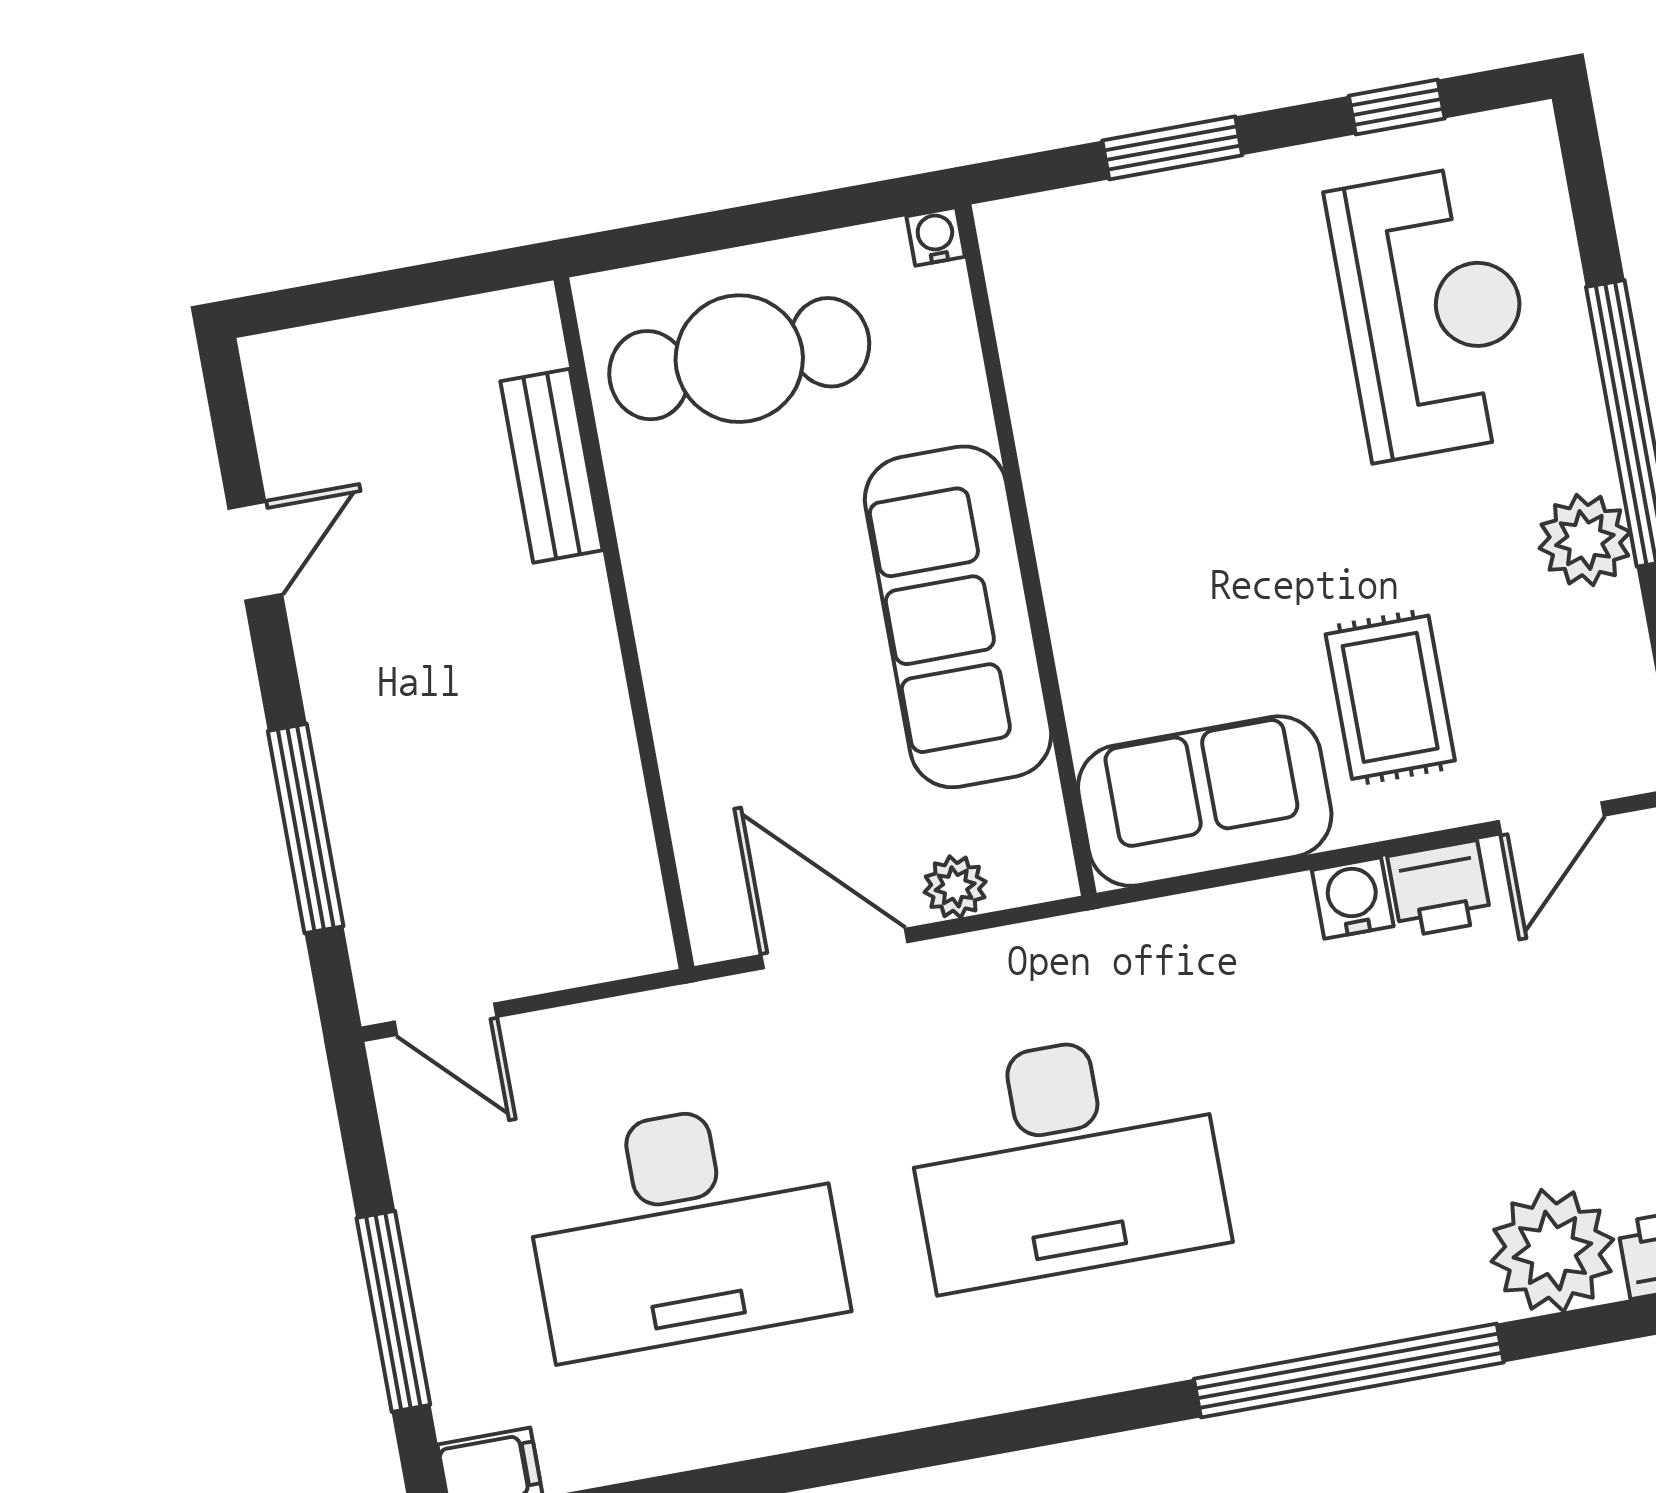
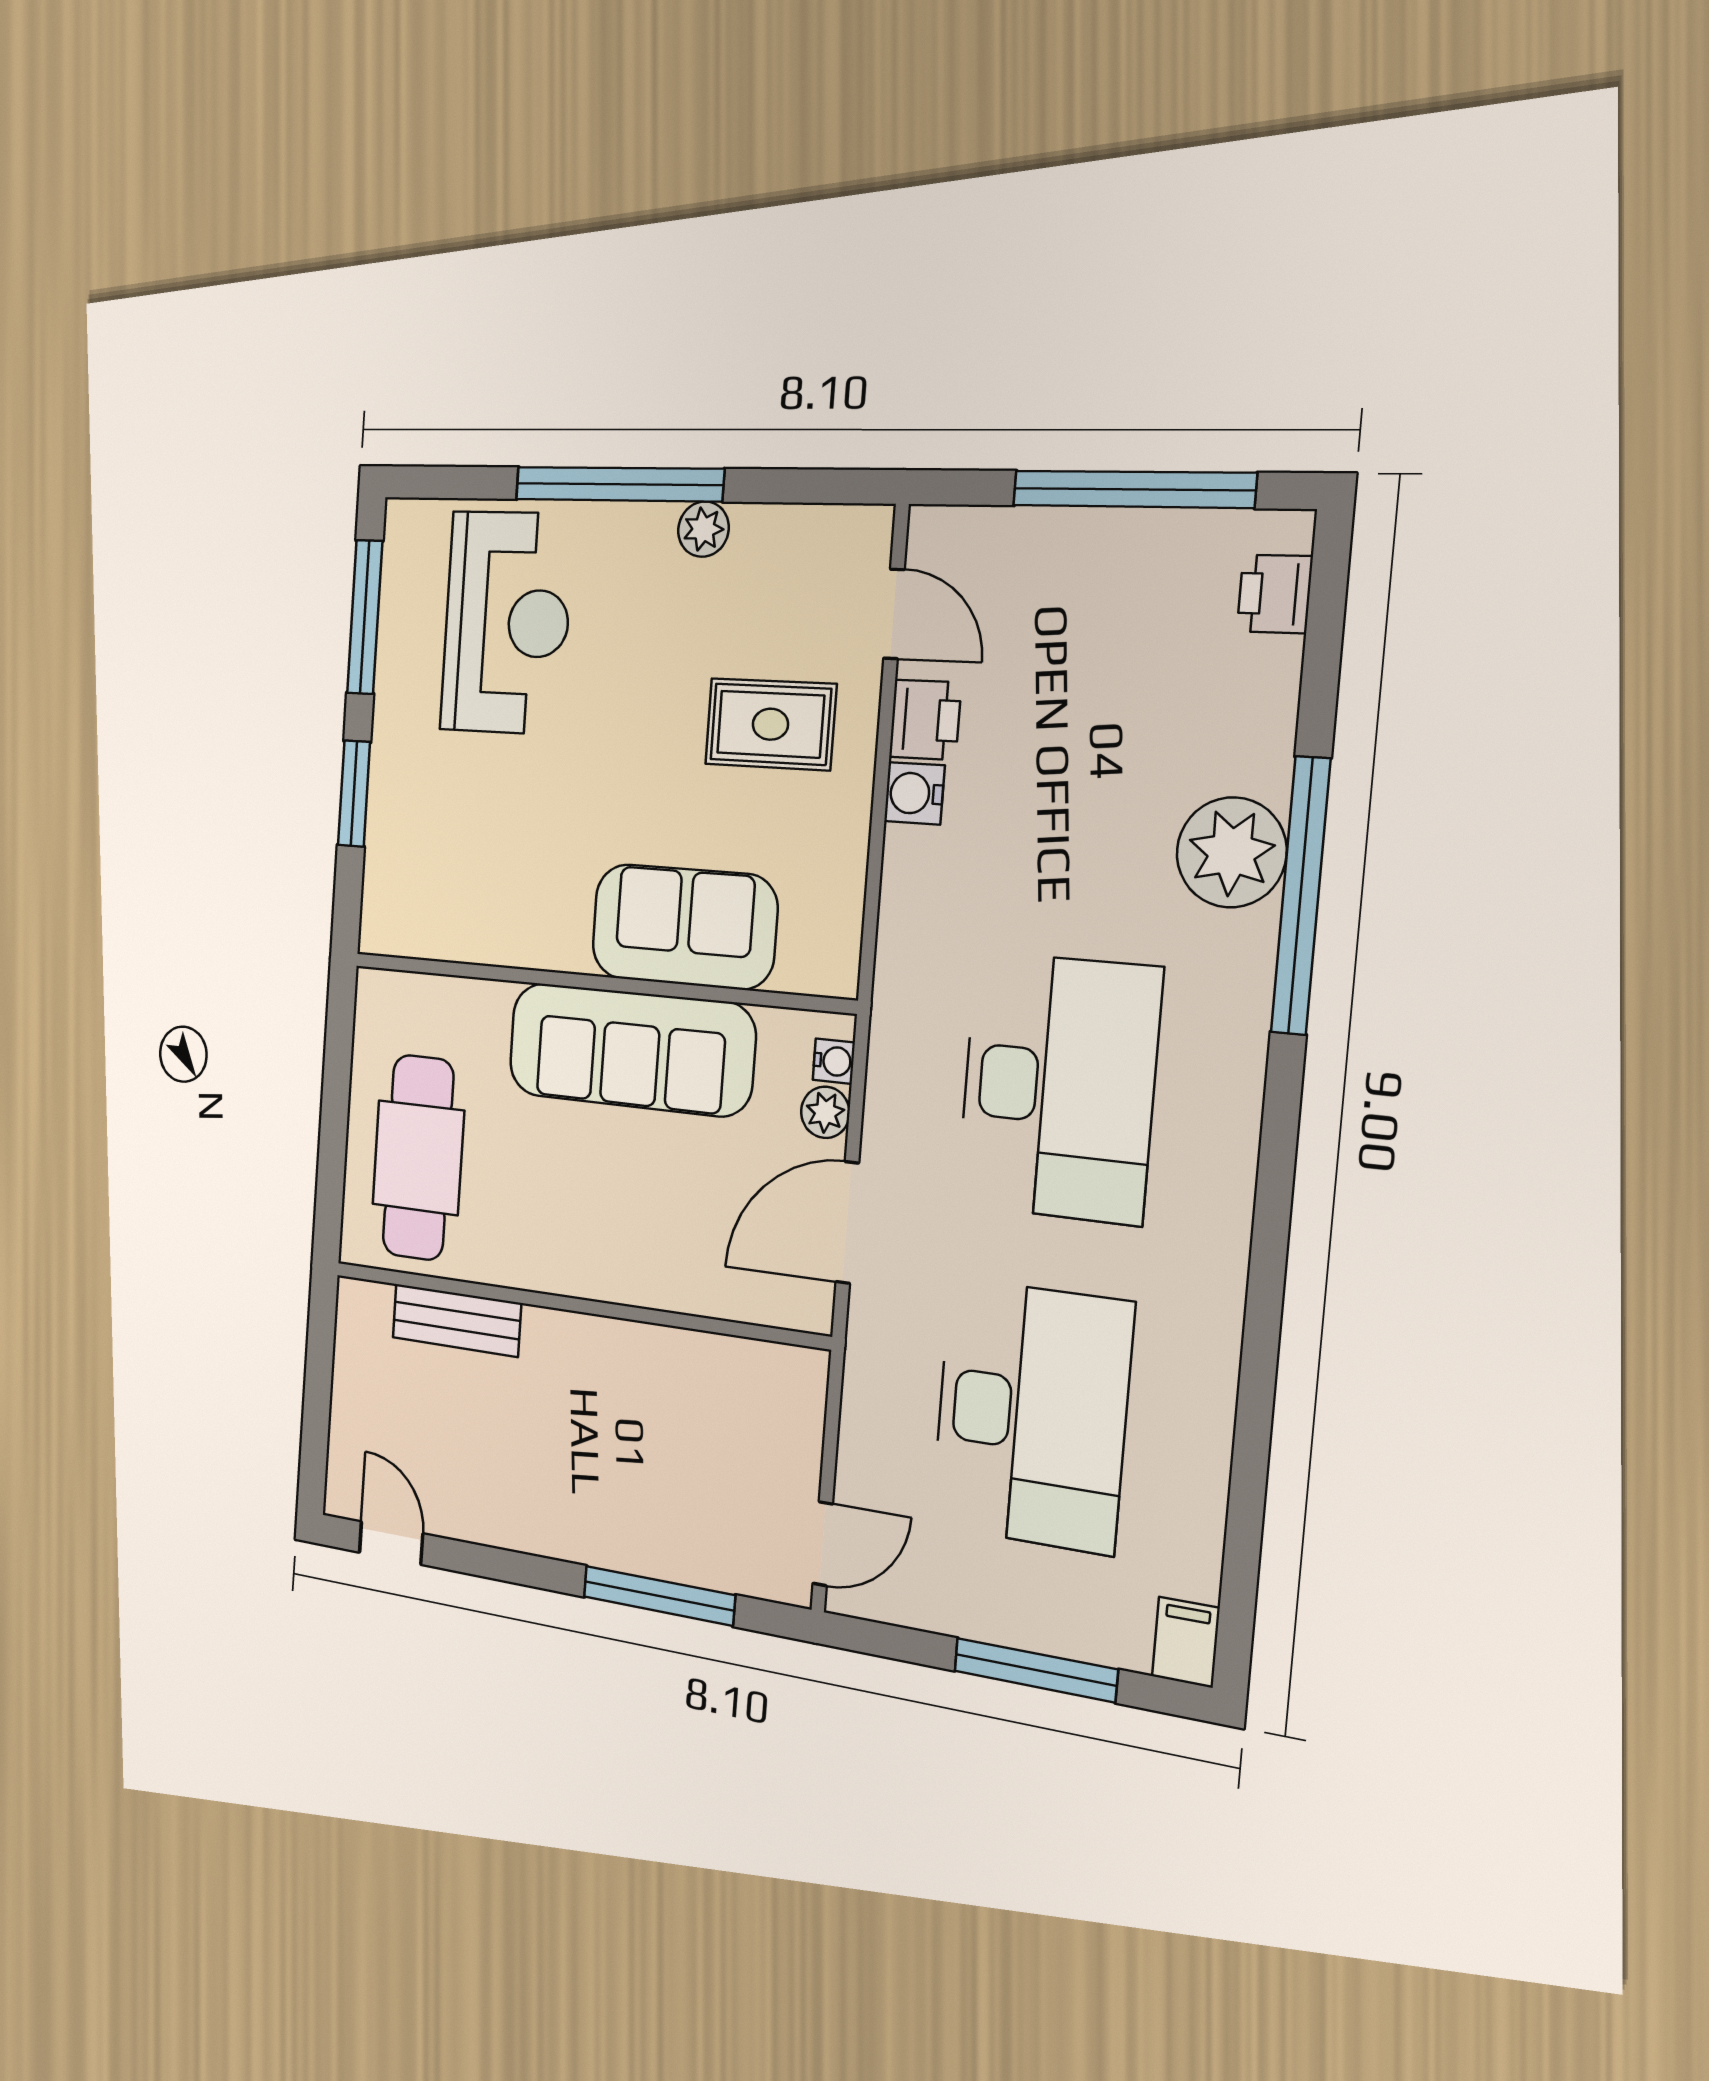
window: (1397, 107) -> (365, 617), width x2.17
water cooler: (936, 236) -> (834, 1061), moved, turned 180
reception desk: (1433, 312) -> (507, 623), turned 90
plant: (1585, 540) -> (703, 529), width x0.73, depth x0.73
door: (255, 551) -> (391, 1543), moved
sofa: (1205, 801) -> (684, 927), moved, turned 90
plant: (1552, 1251) -> (1231, 852), moved

